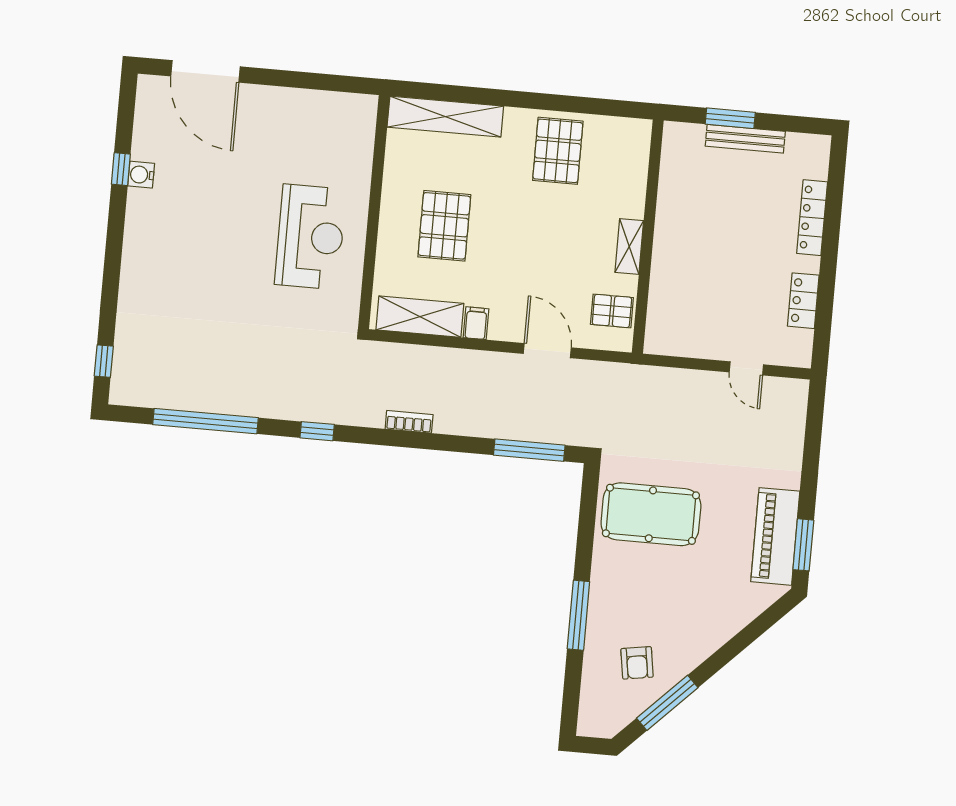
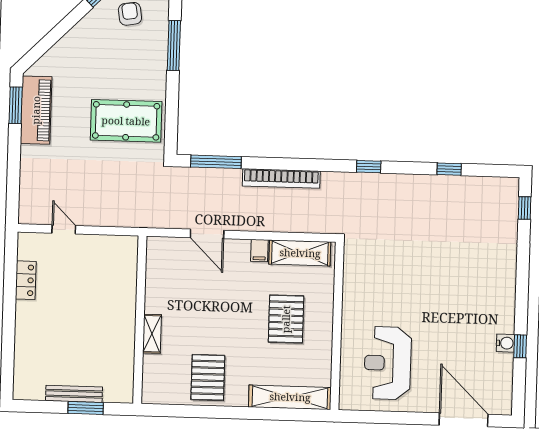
locker: (812, 218) -> (23, 340), removed
reception desk: (310, 237) -> (388, 363), moved
shelving: (629, 246) -> (152, 334), moved
pallet: (612, 311) -> (162, 265), removed
window: (205, 421) -> (449, 169), width x0.32
bookcase: (409, 422) -> (281, 179), width x2.31, depth x1.31

